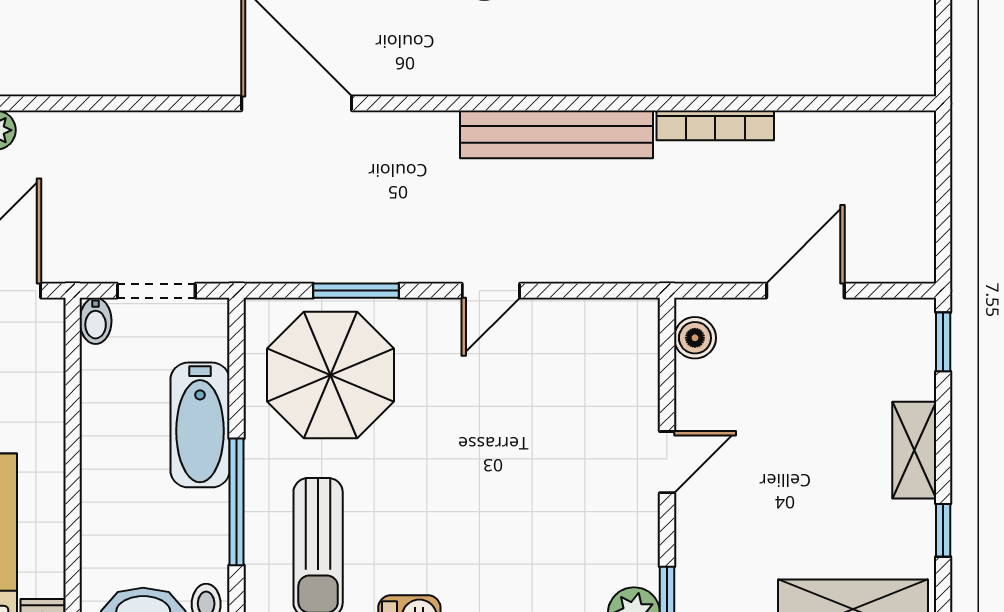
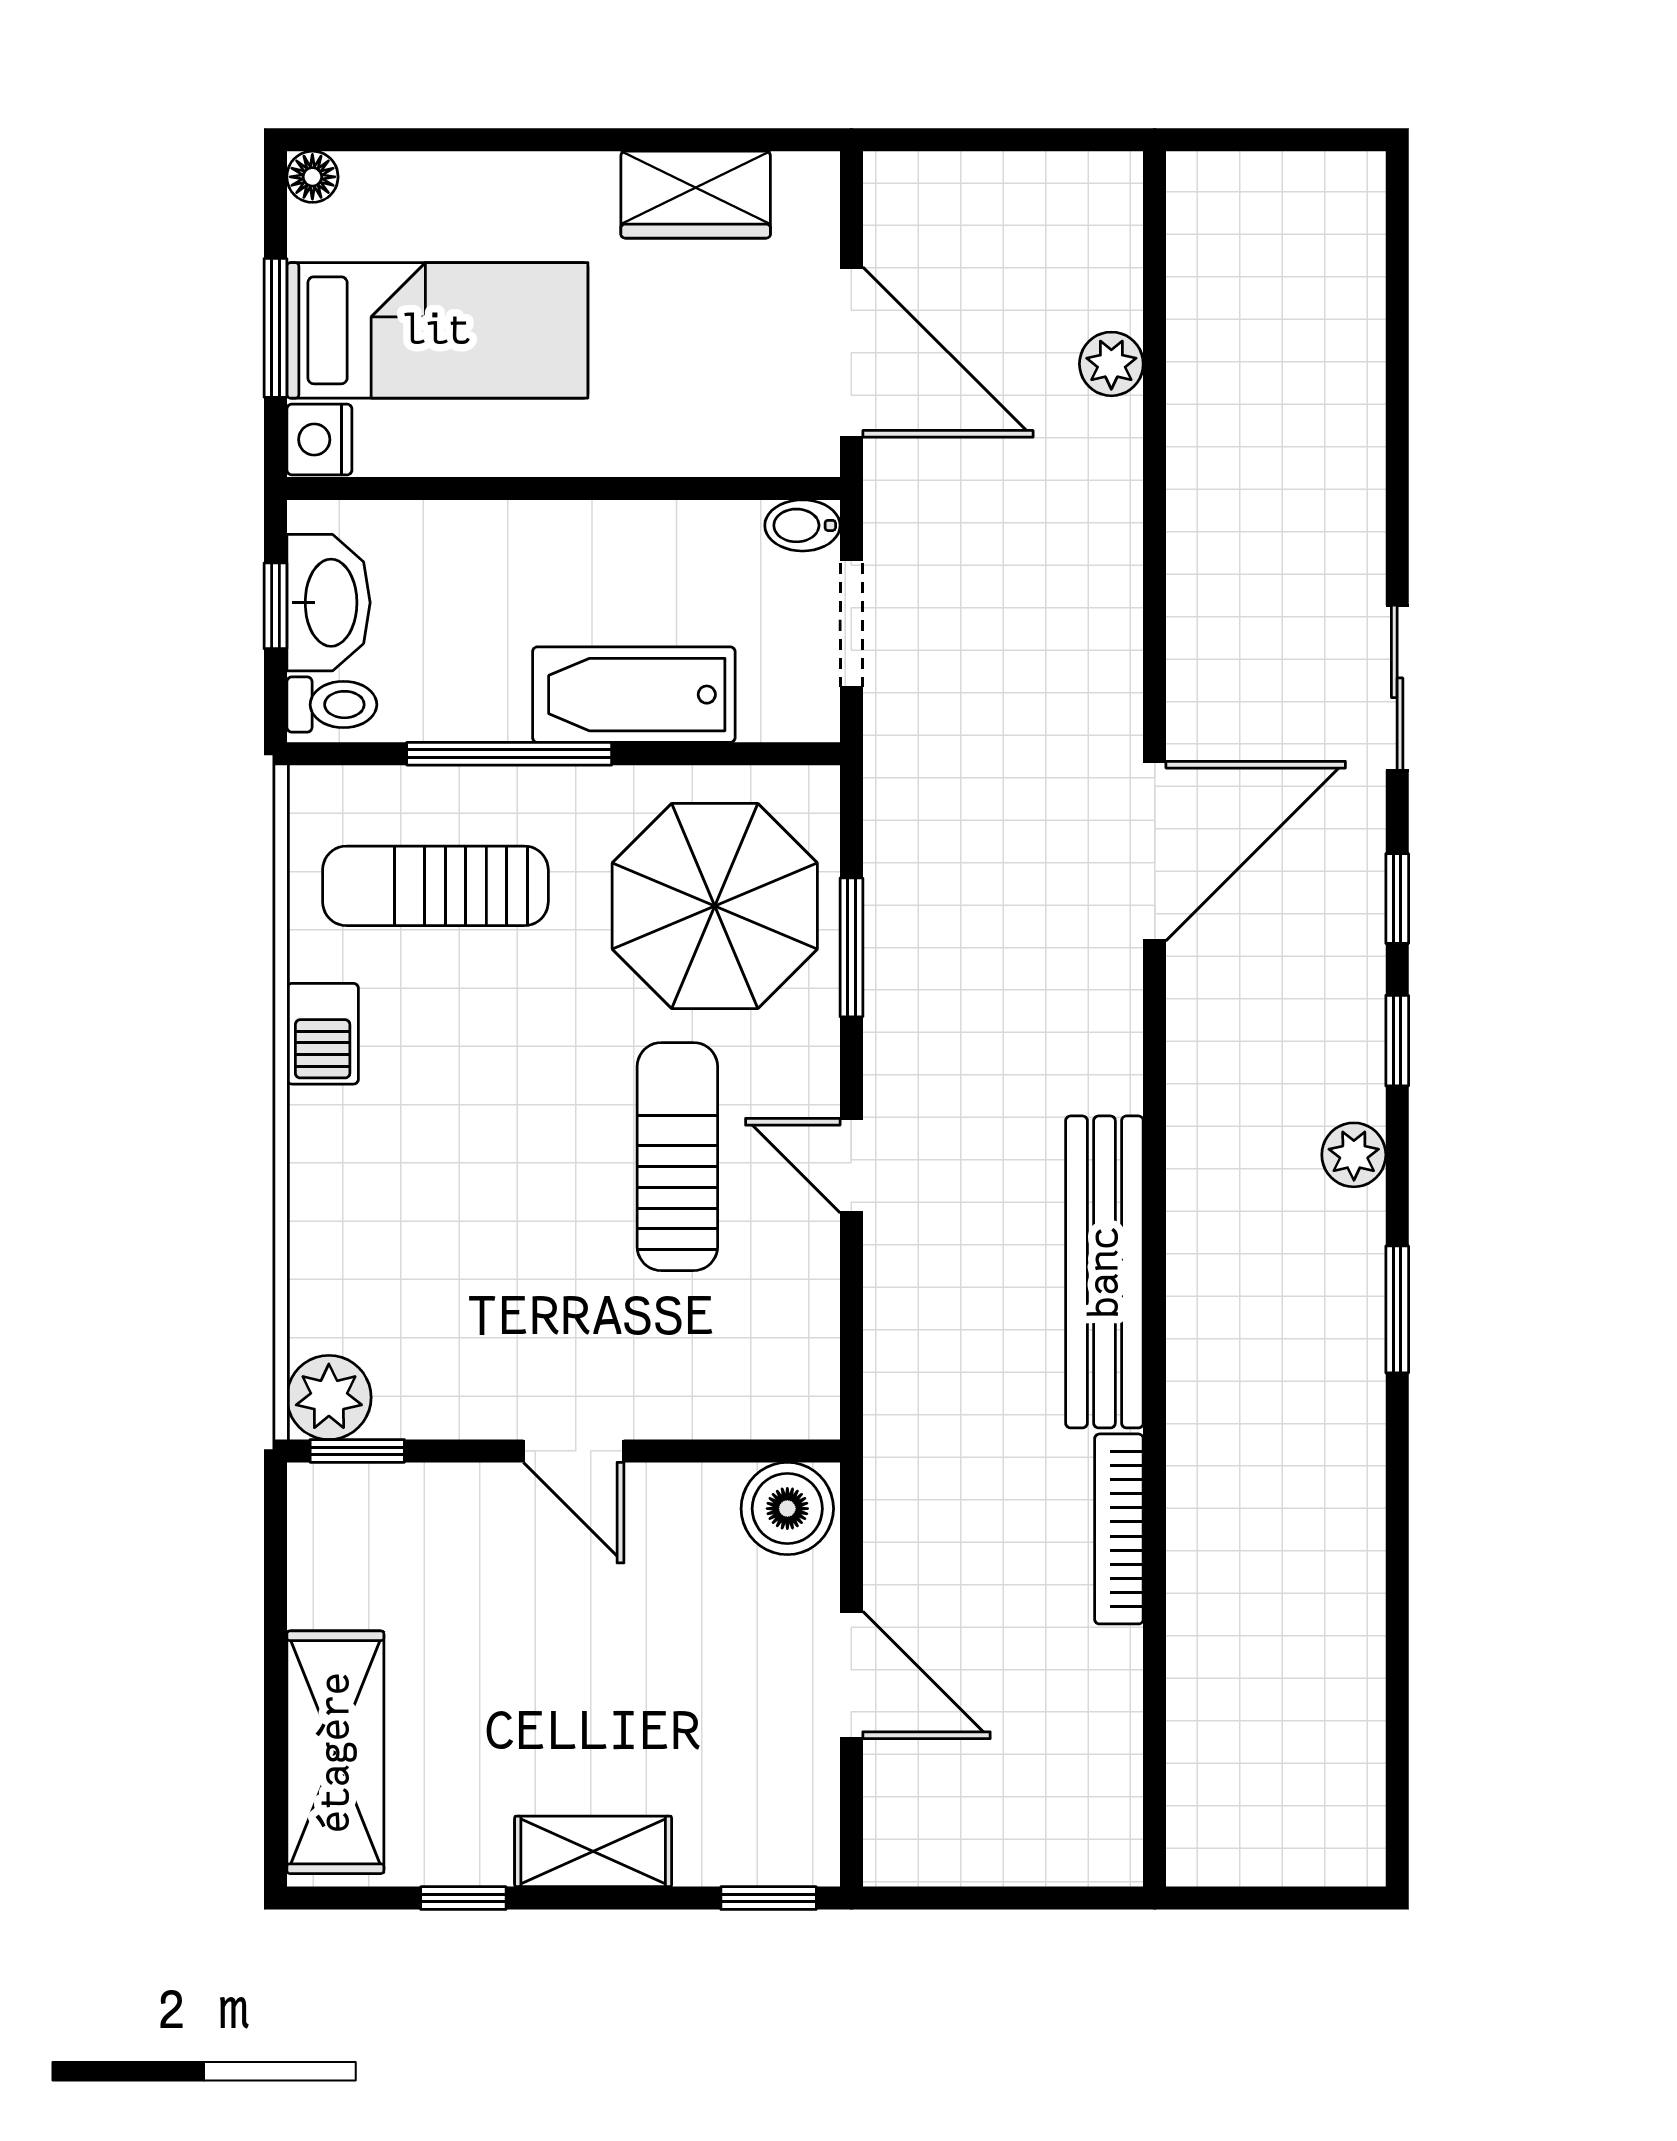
boiler: (695, 338) -> (787, 1509), width x1.36, depth x1.36
sun lounger: (485, 398) -> (677, 1157), added

